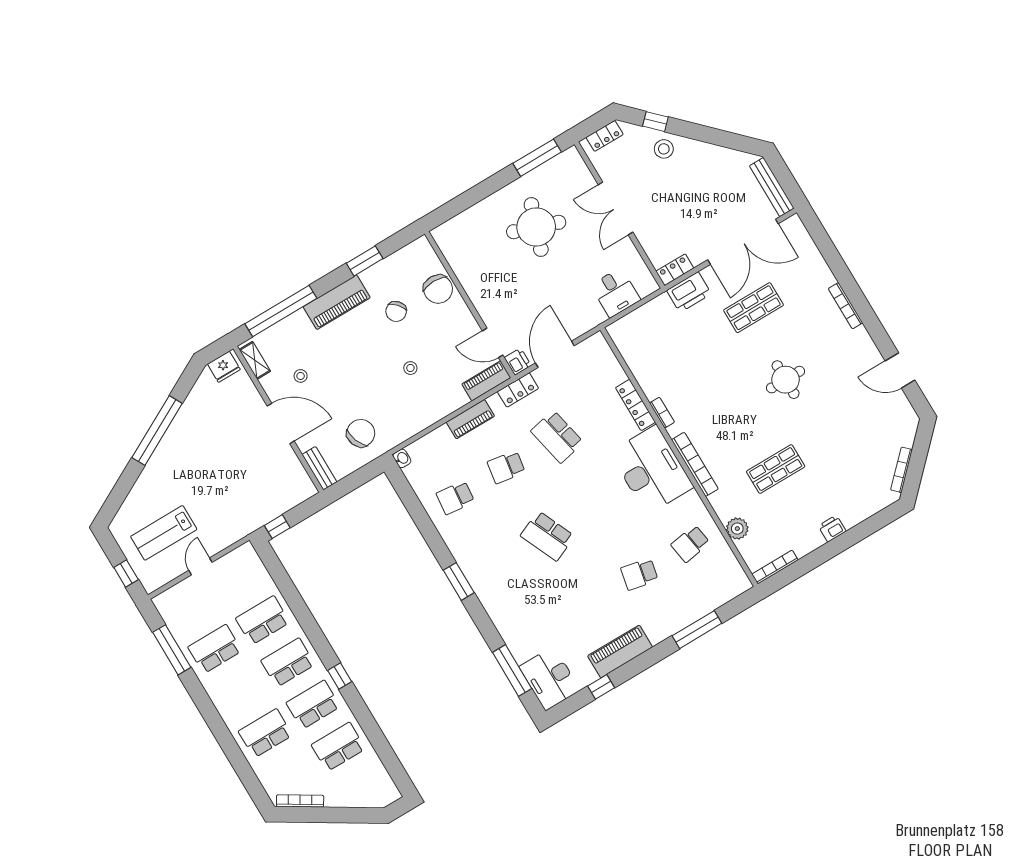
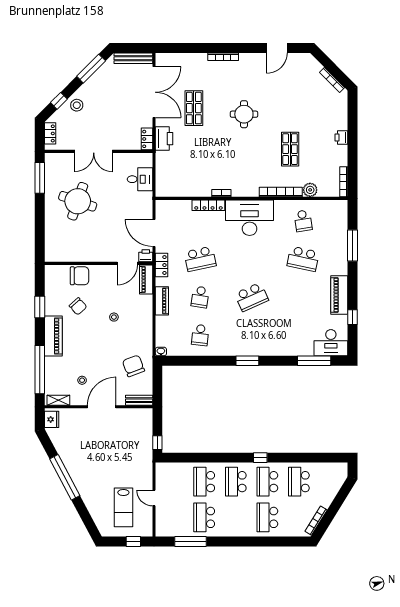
window: (724, 139) -> (91, 69), added
bookcase: (695, 464) -> (281, 192), moved
school desk: (639, 574) -> (303, 259), width x1.85

